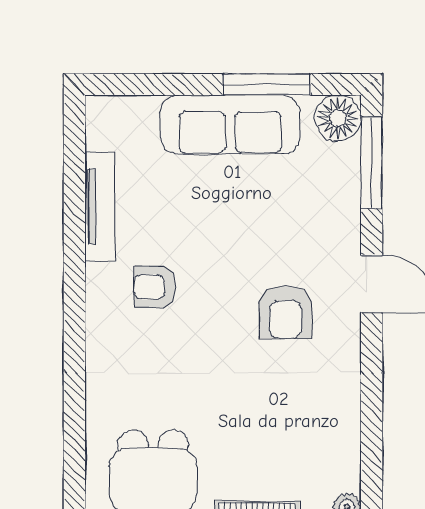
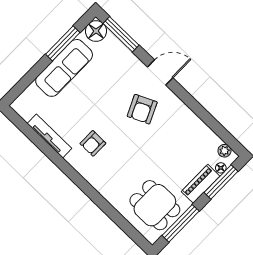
armchair: (285, 312) -> (142, 109), turned 65

